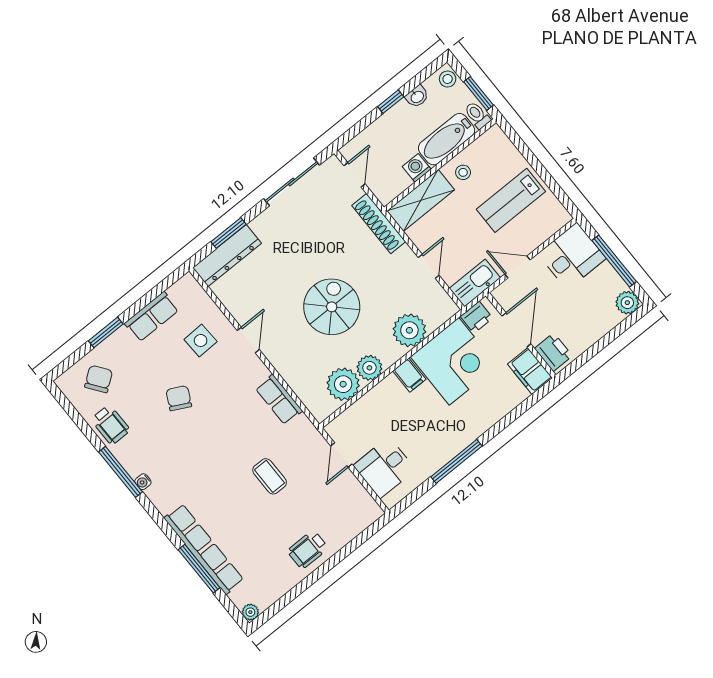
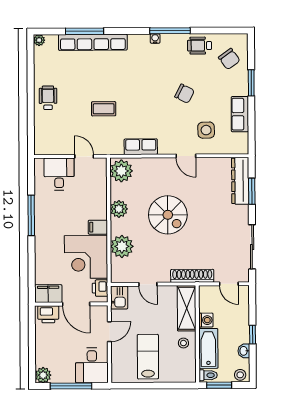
kitchen sink: (475, 283) -> (119, 297), width x0.73
plant: (343, 384) -> (121, 171), moved

